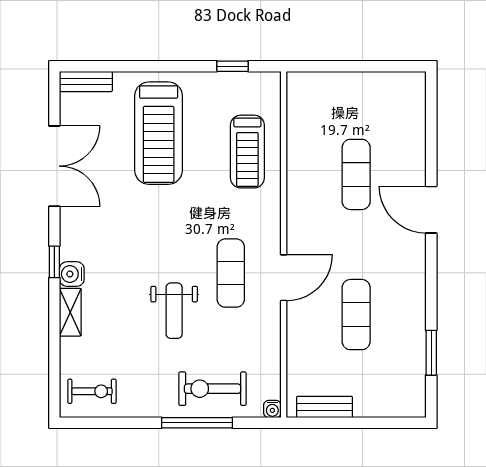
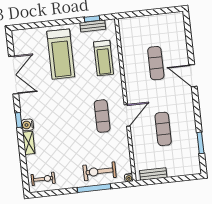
bench: (86, 81) -> (93, 26), moved
weight bench: (174, 311) -> (77, 137), removed

